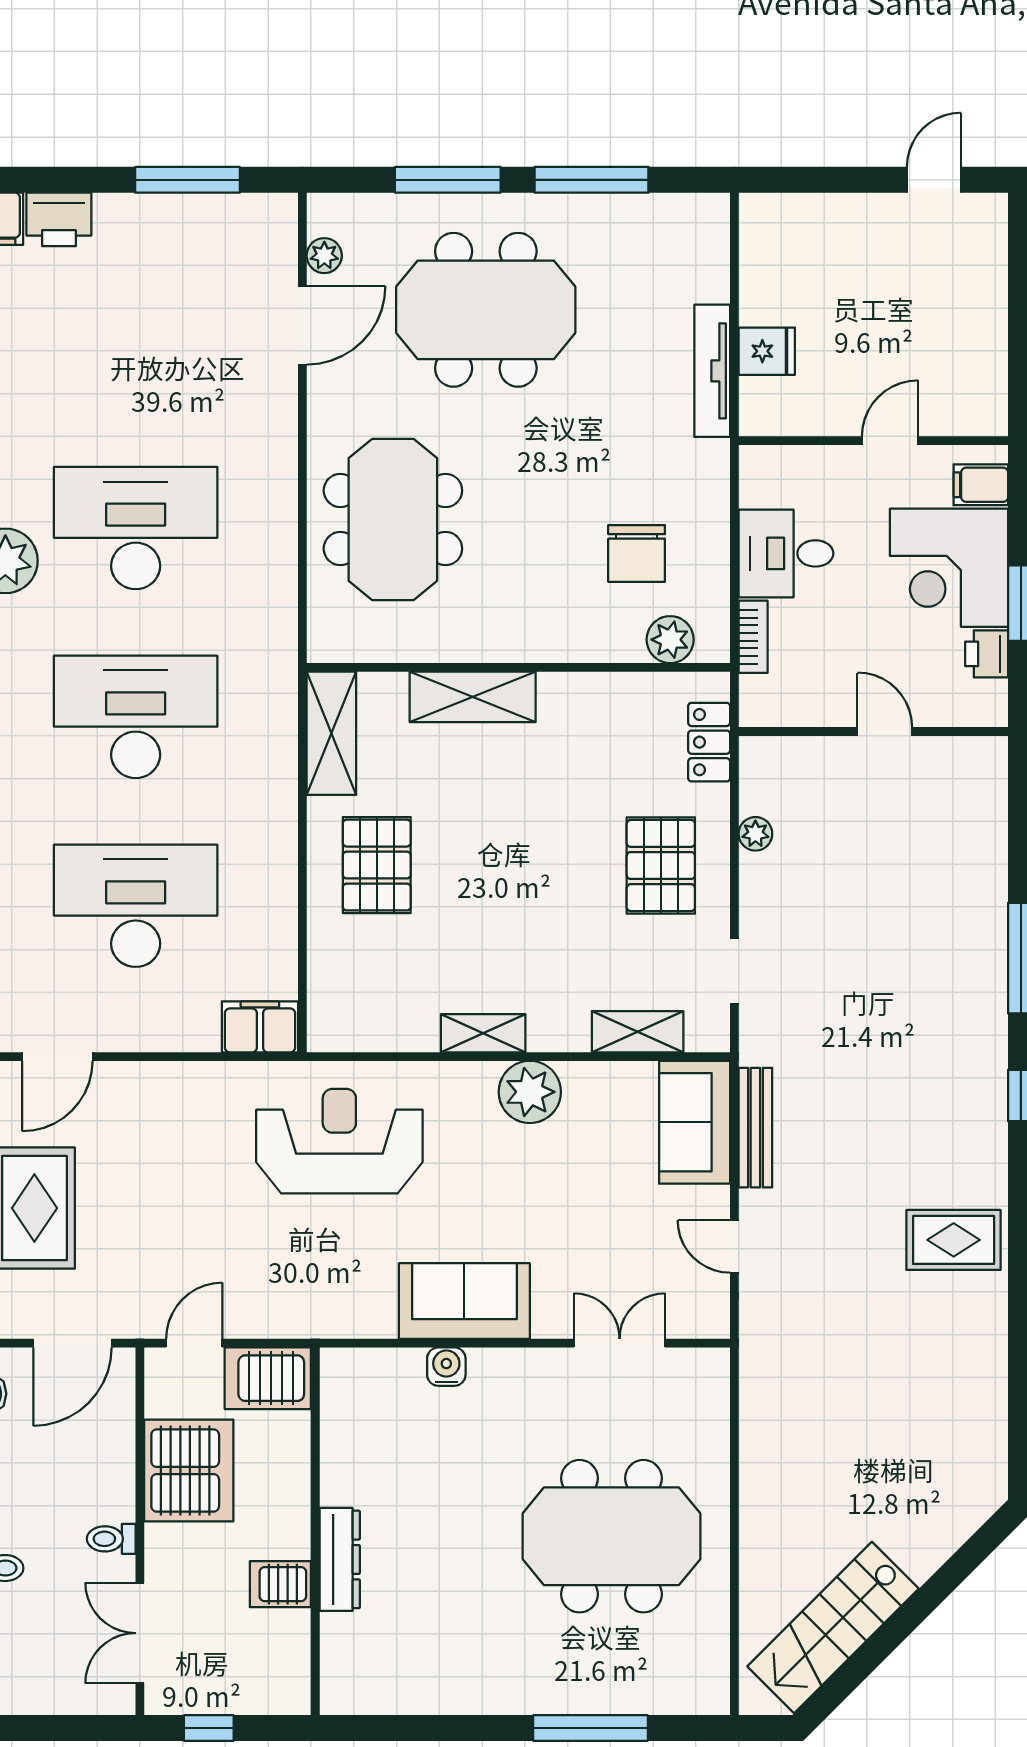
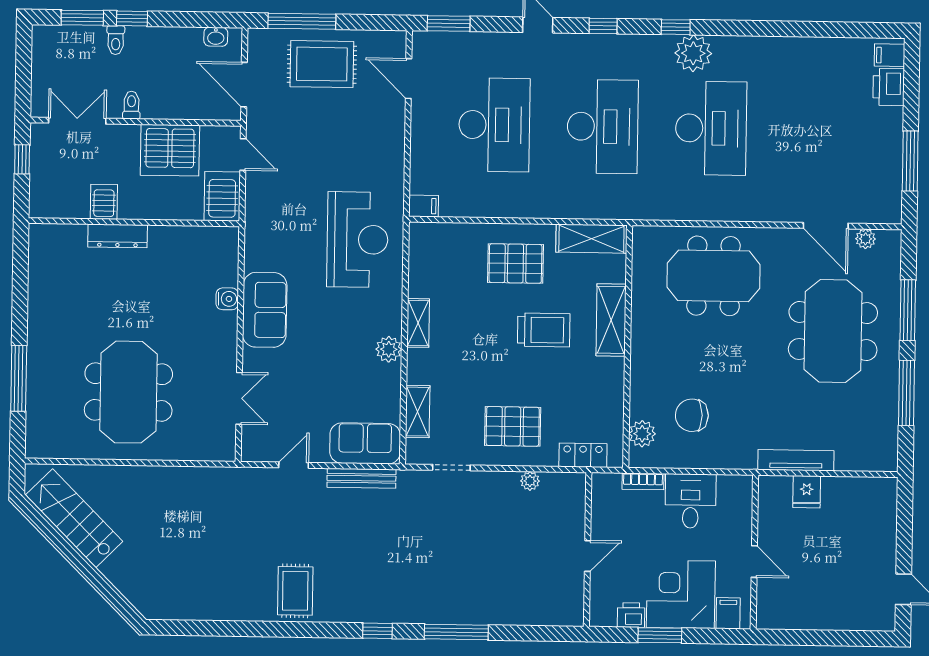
trolley: (492, 814) -> (544, 330), added
filing cabinet: (260, 1027) -> (424, 206), width x0.50
plant: (530, 1092) -> (389, 349), width x0.73, depth x0.73

